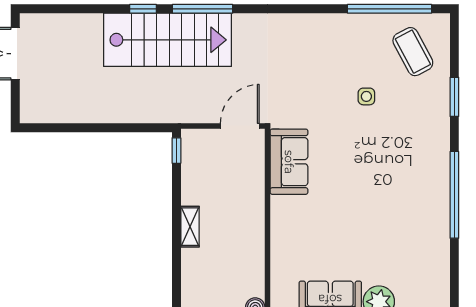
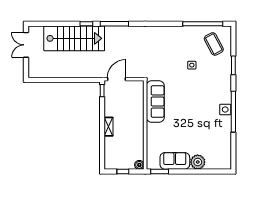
stairs: (168, 40) -> (74, 38), moved
door: (240, 126) -> (116, 79), moved
sofa: (289, 162) -> (155, 102), width x1.36
side table: (437, 190) -> (225, 110), added

